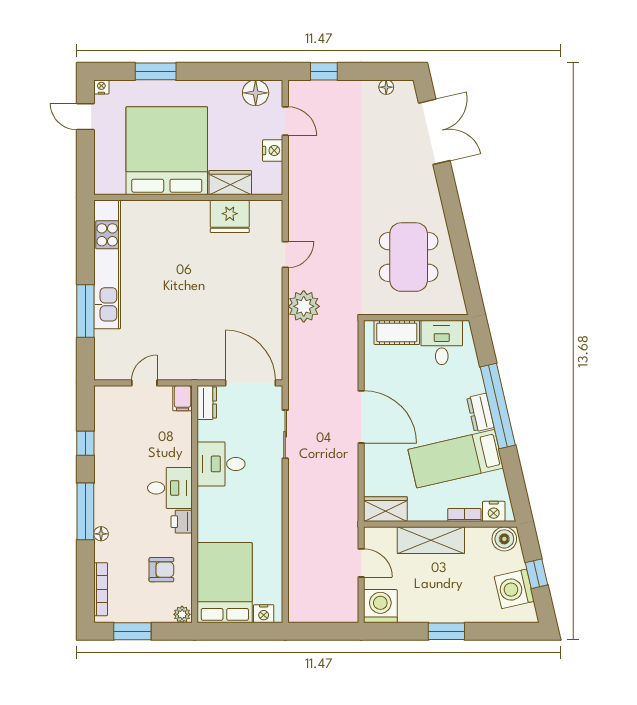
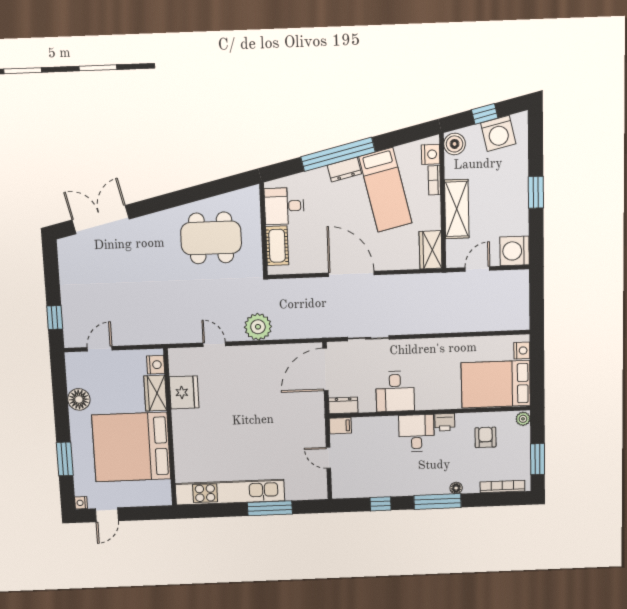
floor lamp: (386, 87) -> (65, 263), removed
floor lamp: (256, 93) -> (79, 399), moved
nightstand: (273, 151) -> (156, 365), moved, turned 90
door: (361, 417) -> (351, 274), hinge flipped

